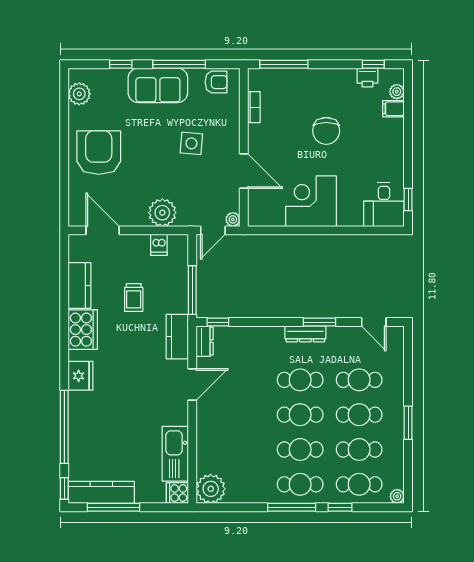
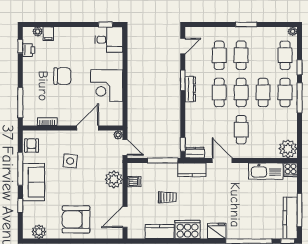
cafe table: (359, 449) -> (241, 130), moved

